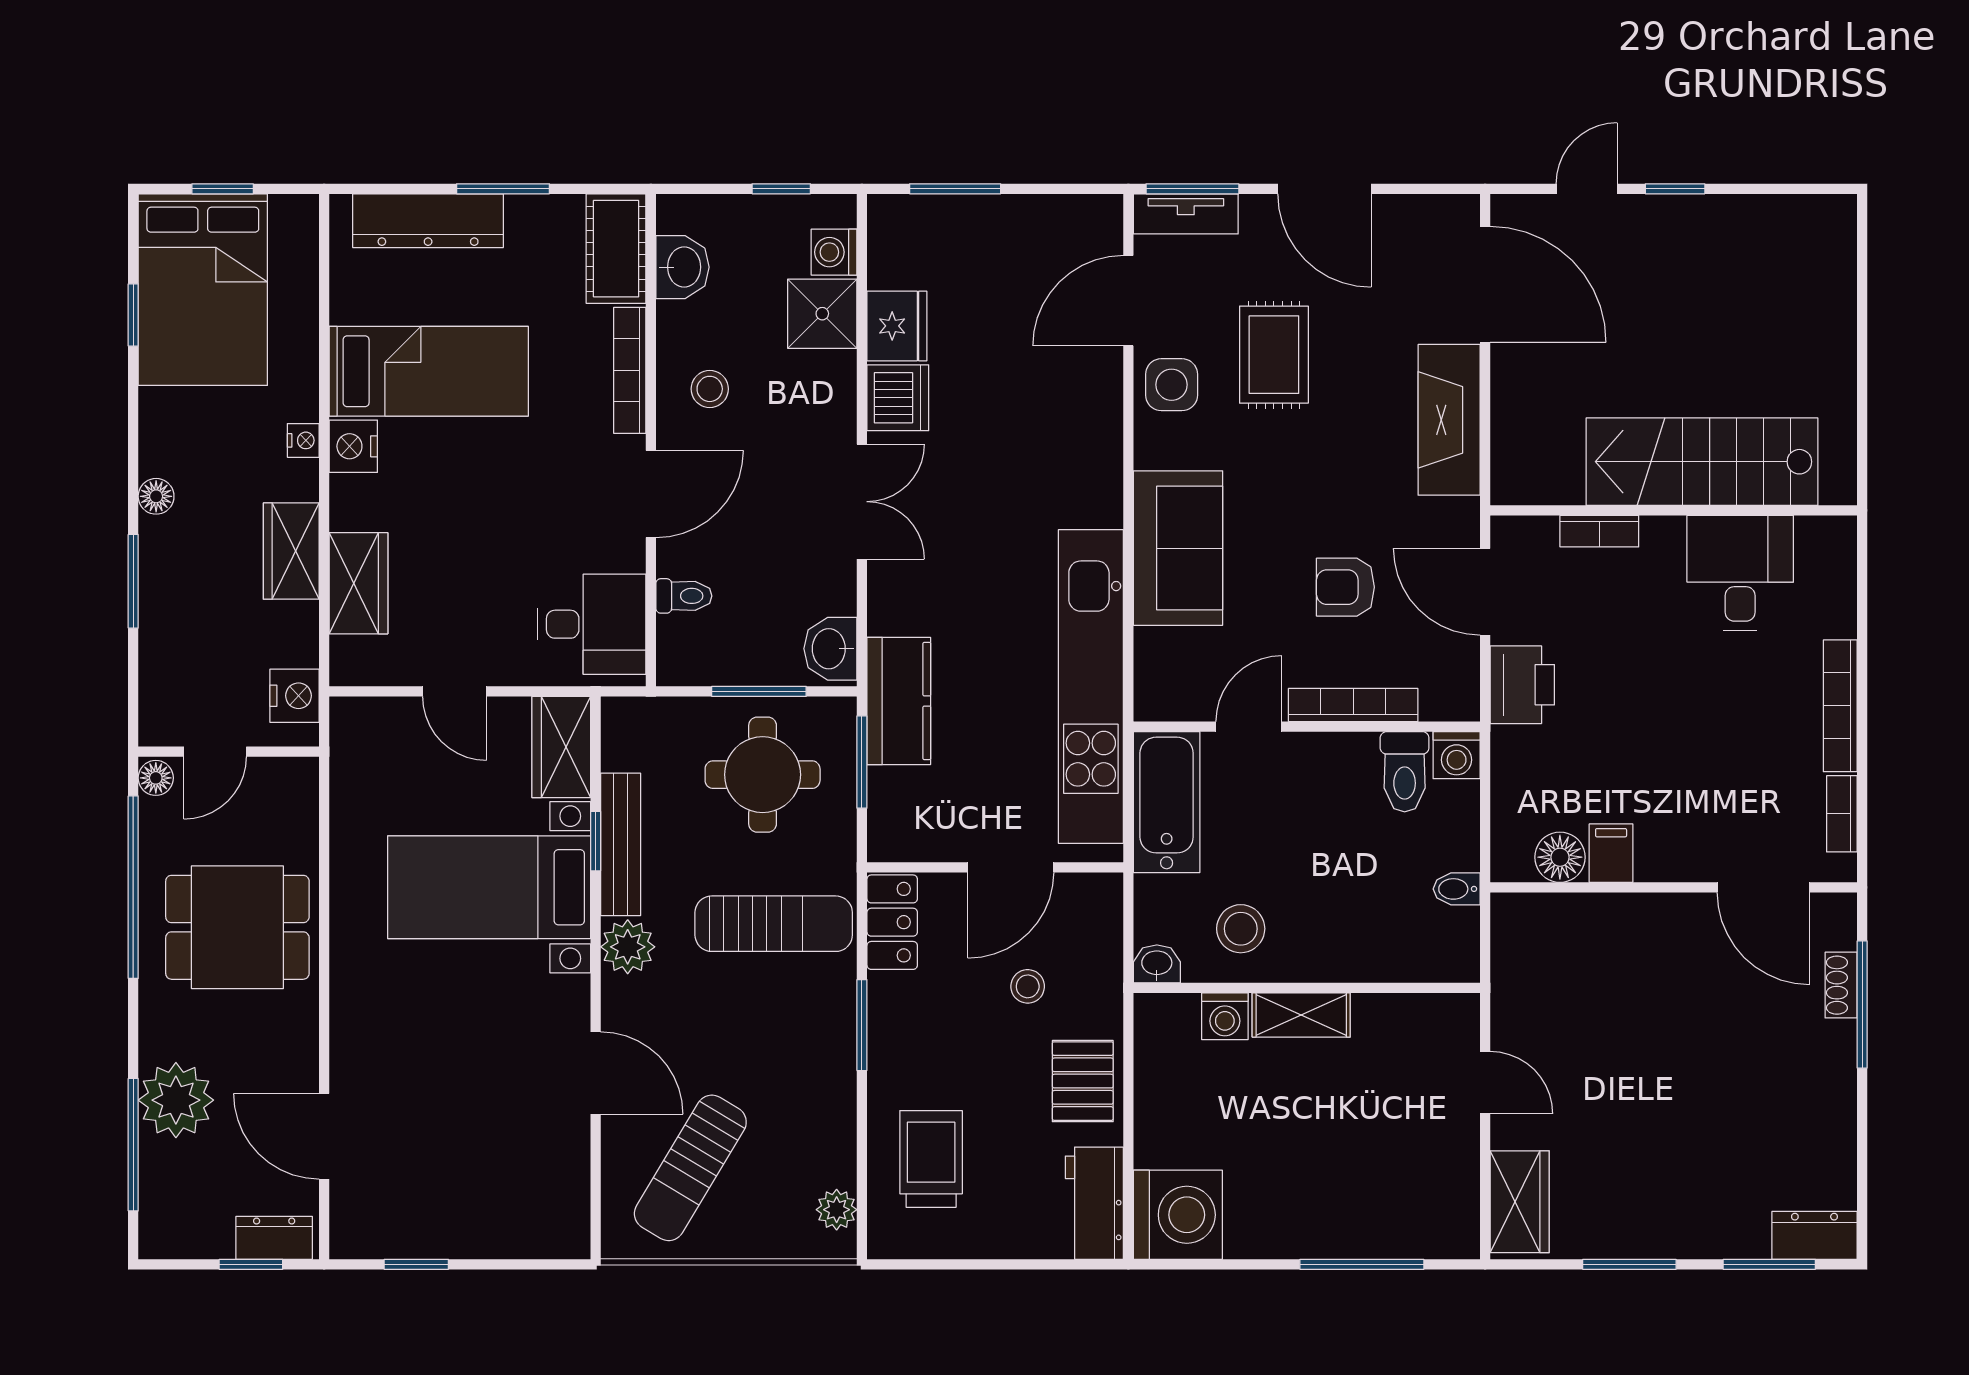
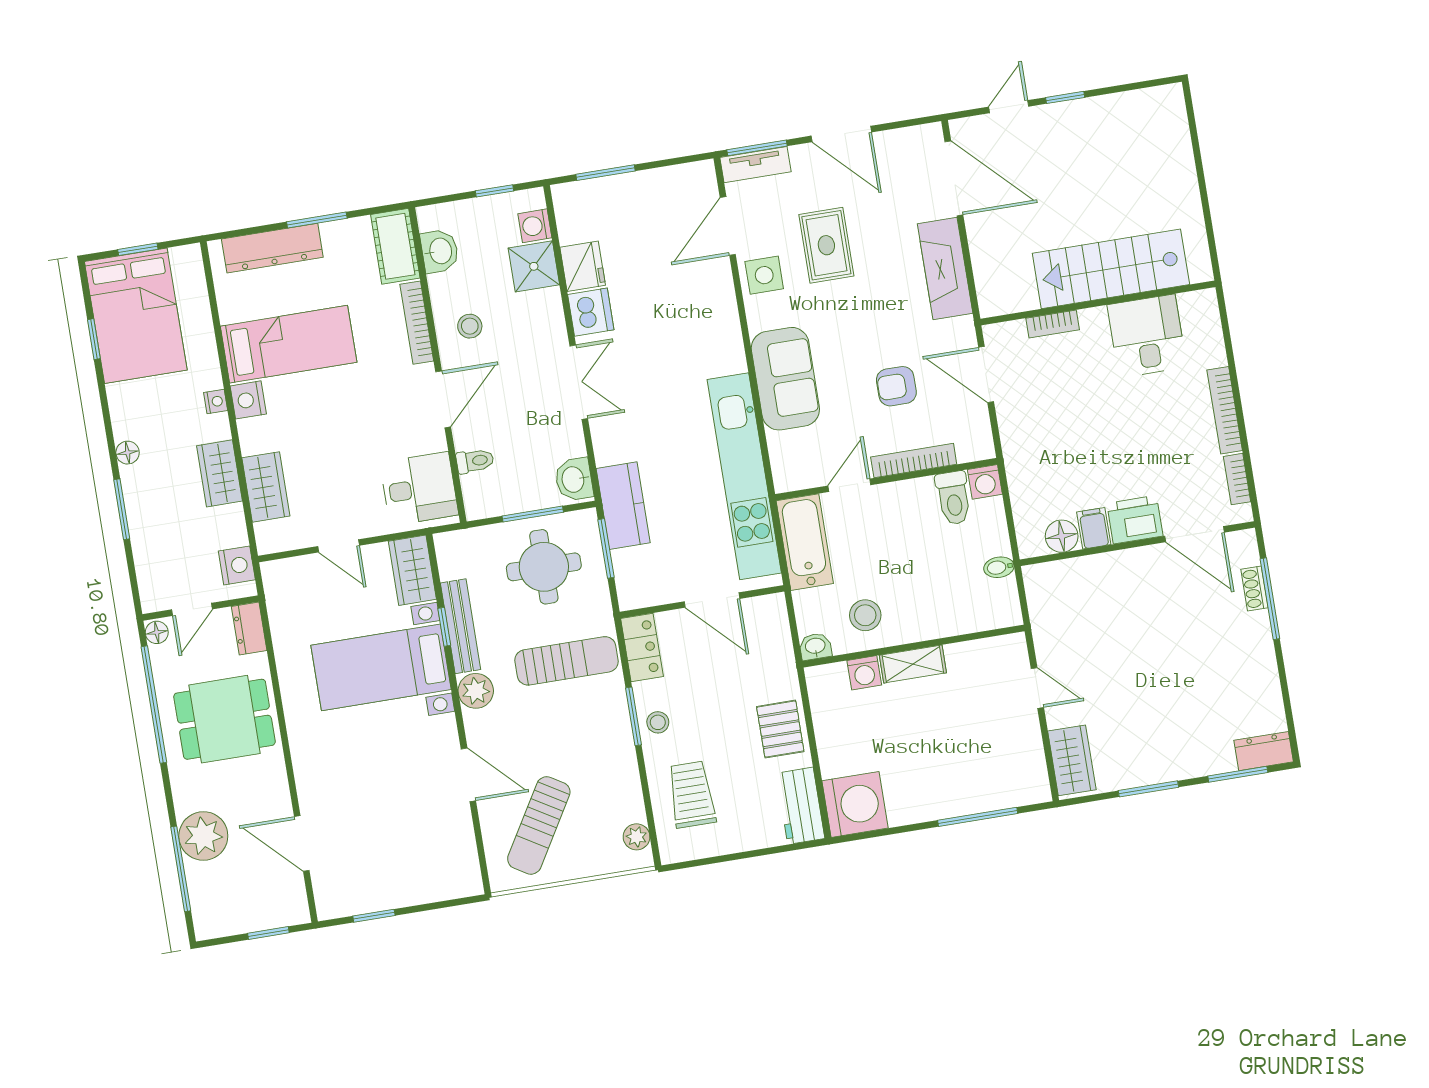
printer: (1522, 685) -> (1135, 520), moved, turned -90
door: (1011, 867) -> (712, 600), hinge flipped
stool: (1028, 986) -> (658, 722), moved
dresser: (274, 1238) -> (249, 628), moved, turned -90

